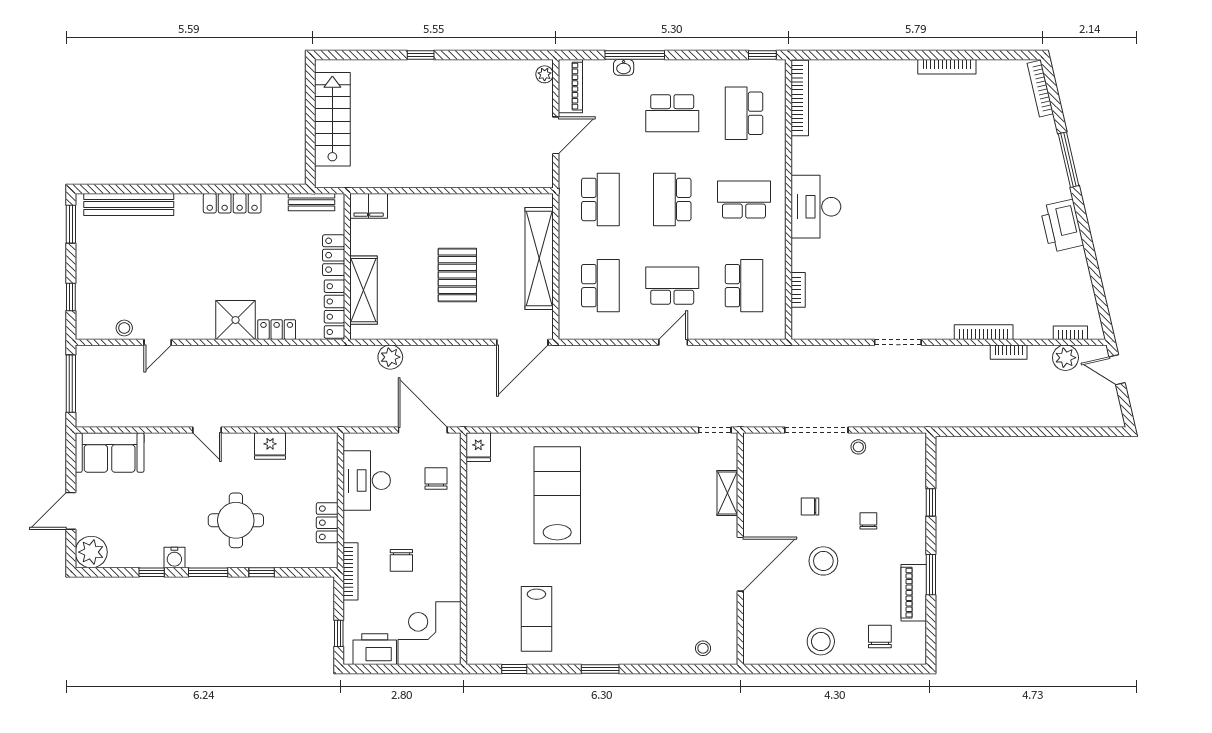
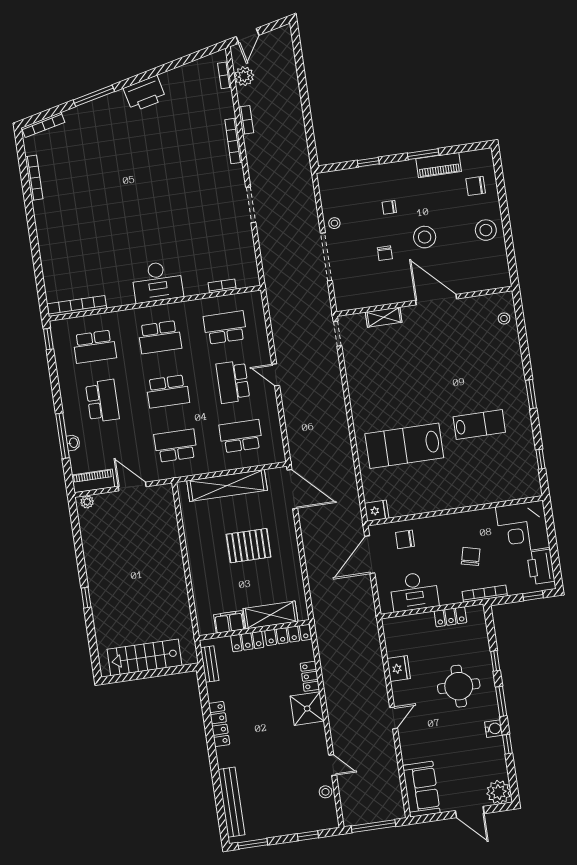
bookcase: (947, 67) -> (34, 178), moved
school desk: (744, 199) -> (160, 337), turned -90
filing cabinet: (369, 206) -> (229, 622), moved, turned -90
plant: (390, 357) -> (318, 587), removed
chair: (401, 560) -> (471, 556), turned -76
lab bench: (536, 619) -> (479, 424), moved

